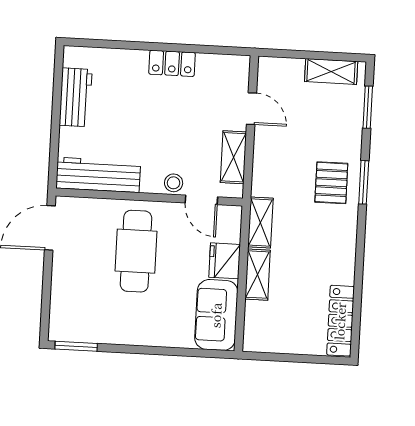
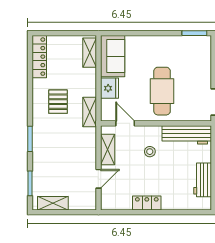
door: (252, 109) -> (98, 179), swing flipped
stool: (174, 183) -> (150, 152), moved
pallet: (331, 183) -> (58, 102), moved
shelving: (258, 275) -> (90, 53), moved

